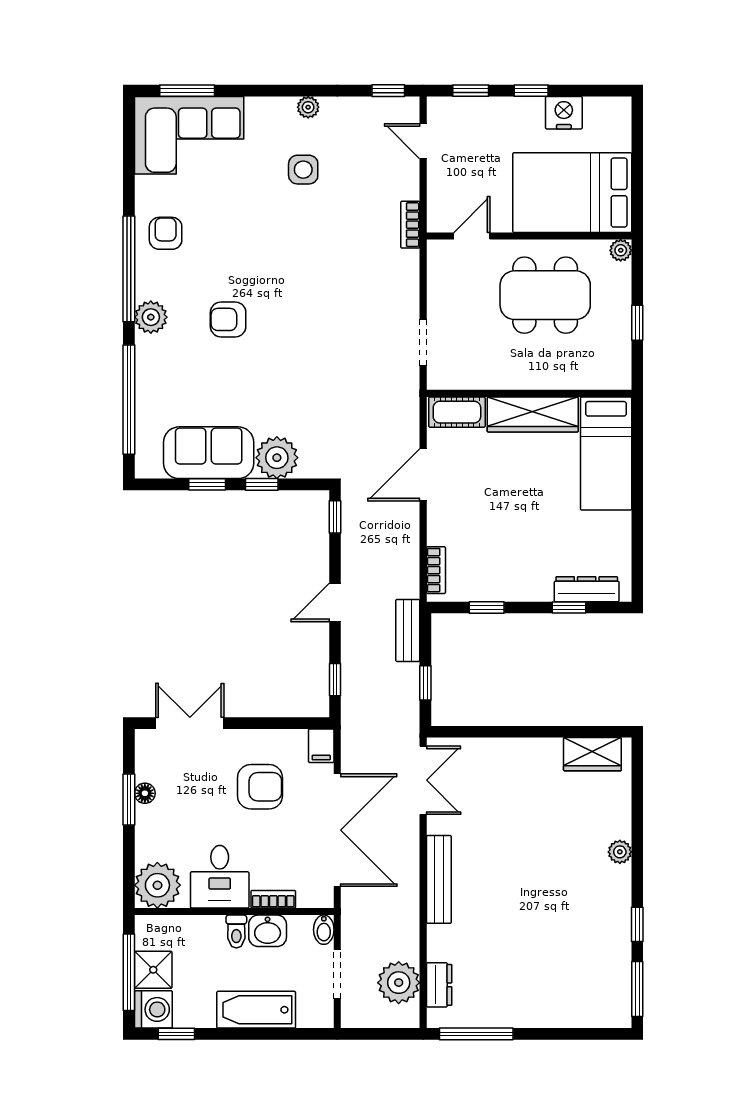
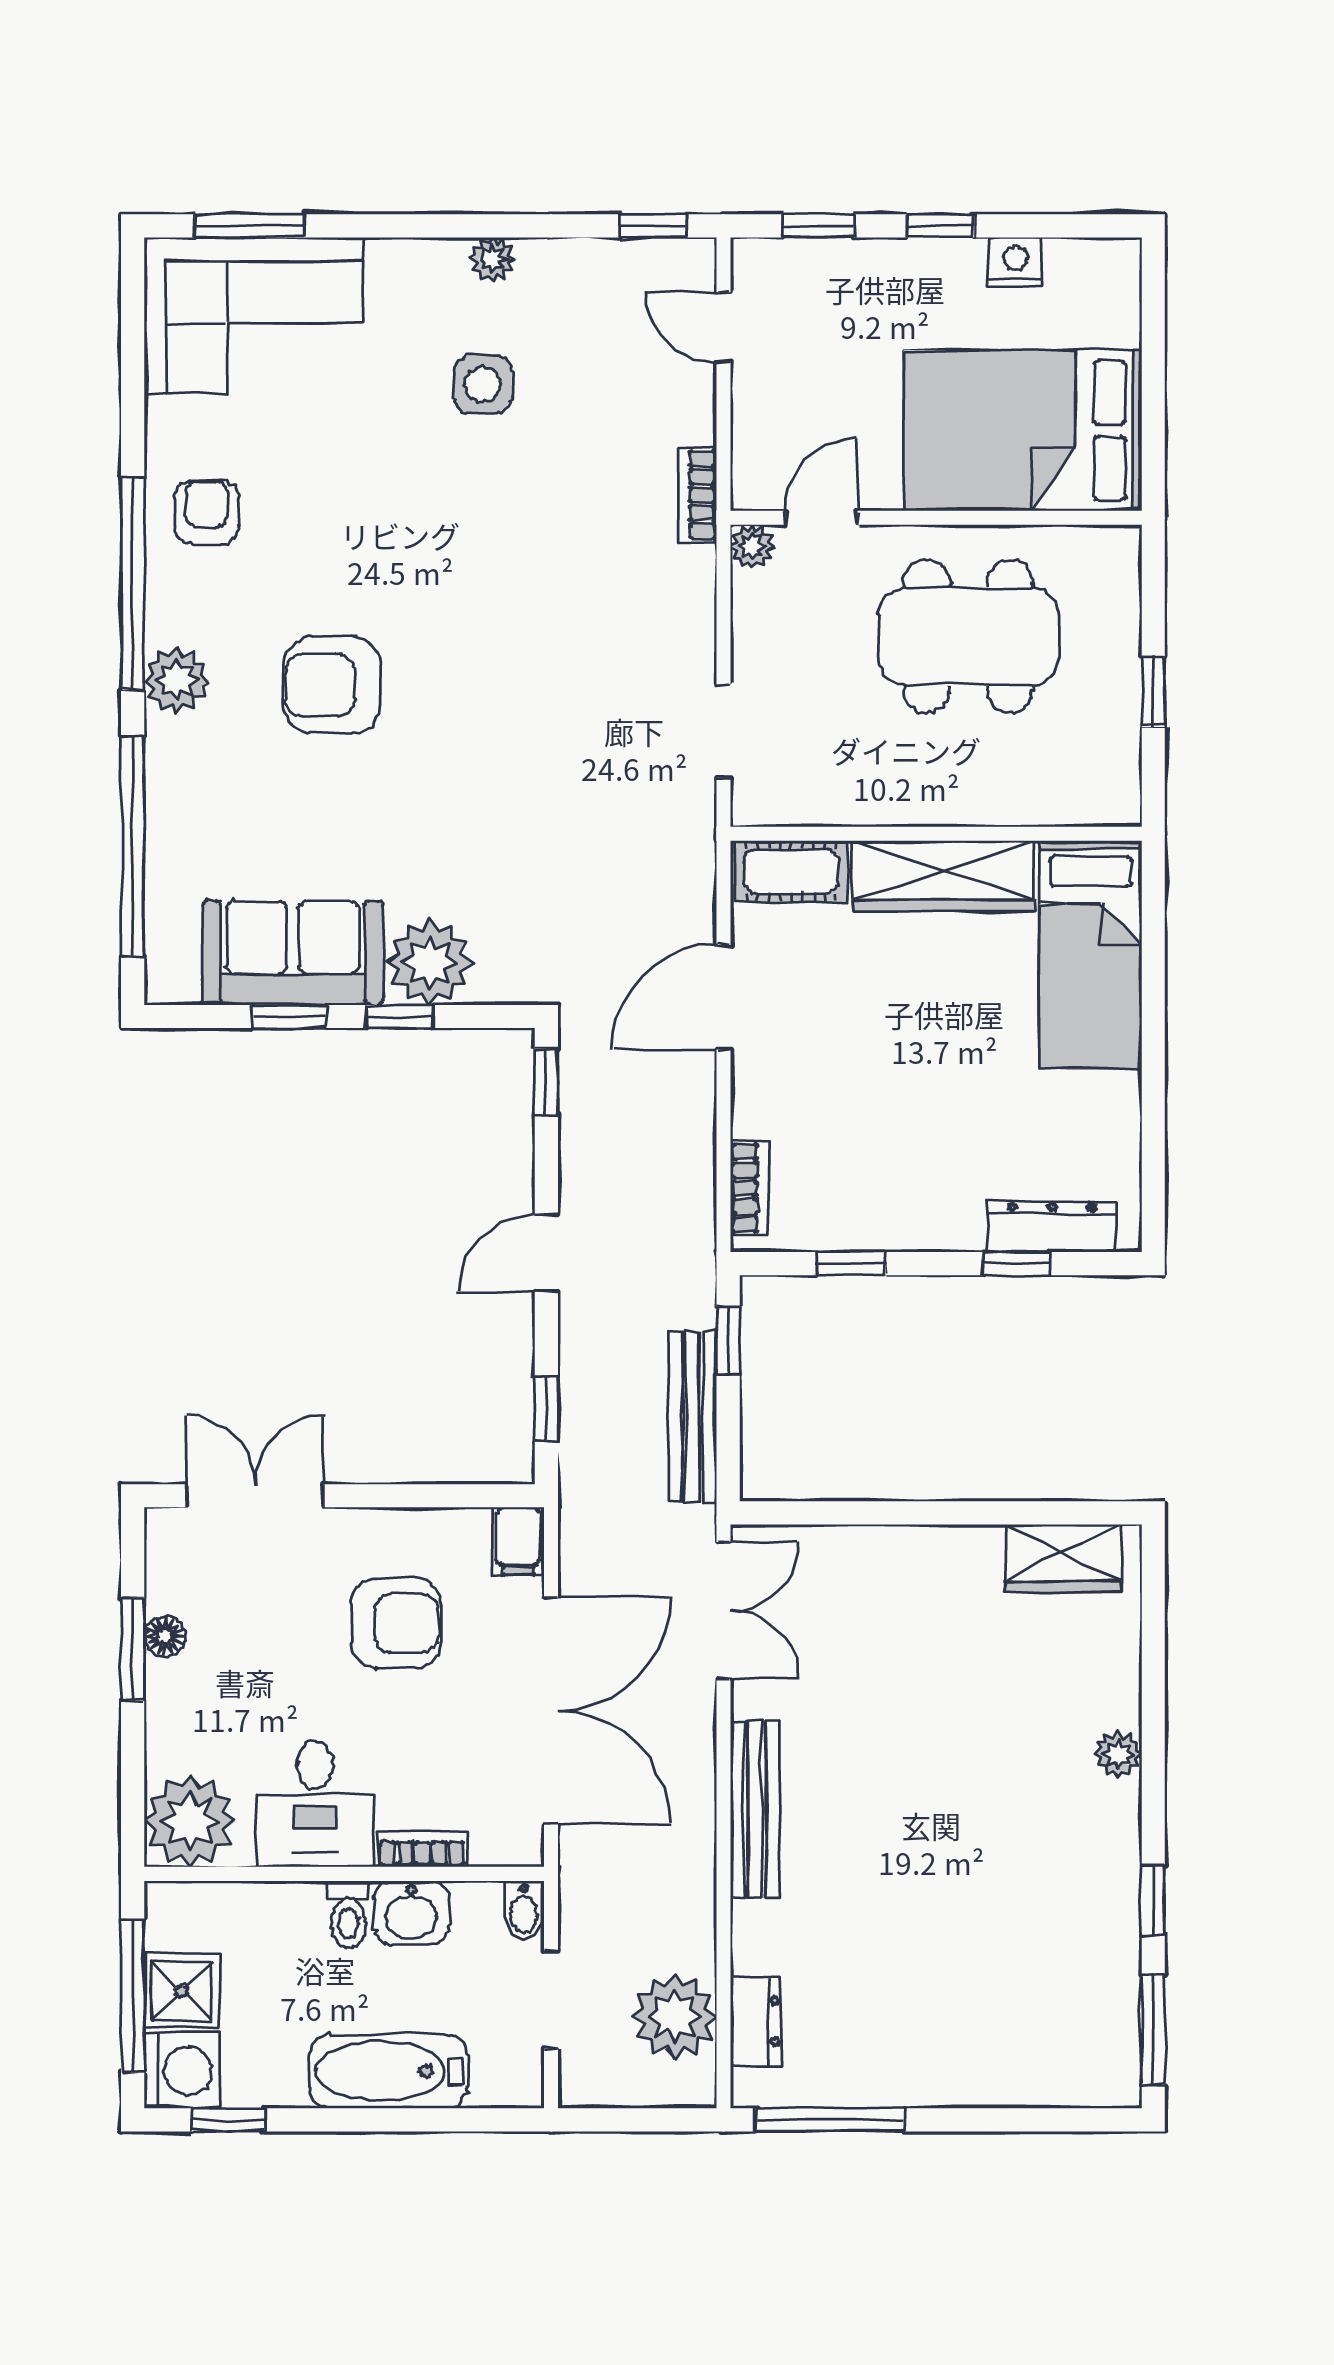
nightstand: (564, 113) -> (1016, 262), width x0.74, depth x0.75
plant: (621, 250) -> (752, 546), moved
armchair: (228, 319) -> (332, 685), width x1.38, depth x1.38
bench: (408, 630) -> (693, 1417), moved, width x1.36
window: (425, 683) -> (728, 1341), moved

